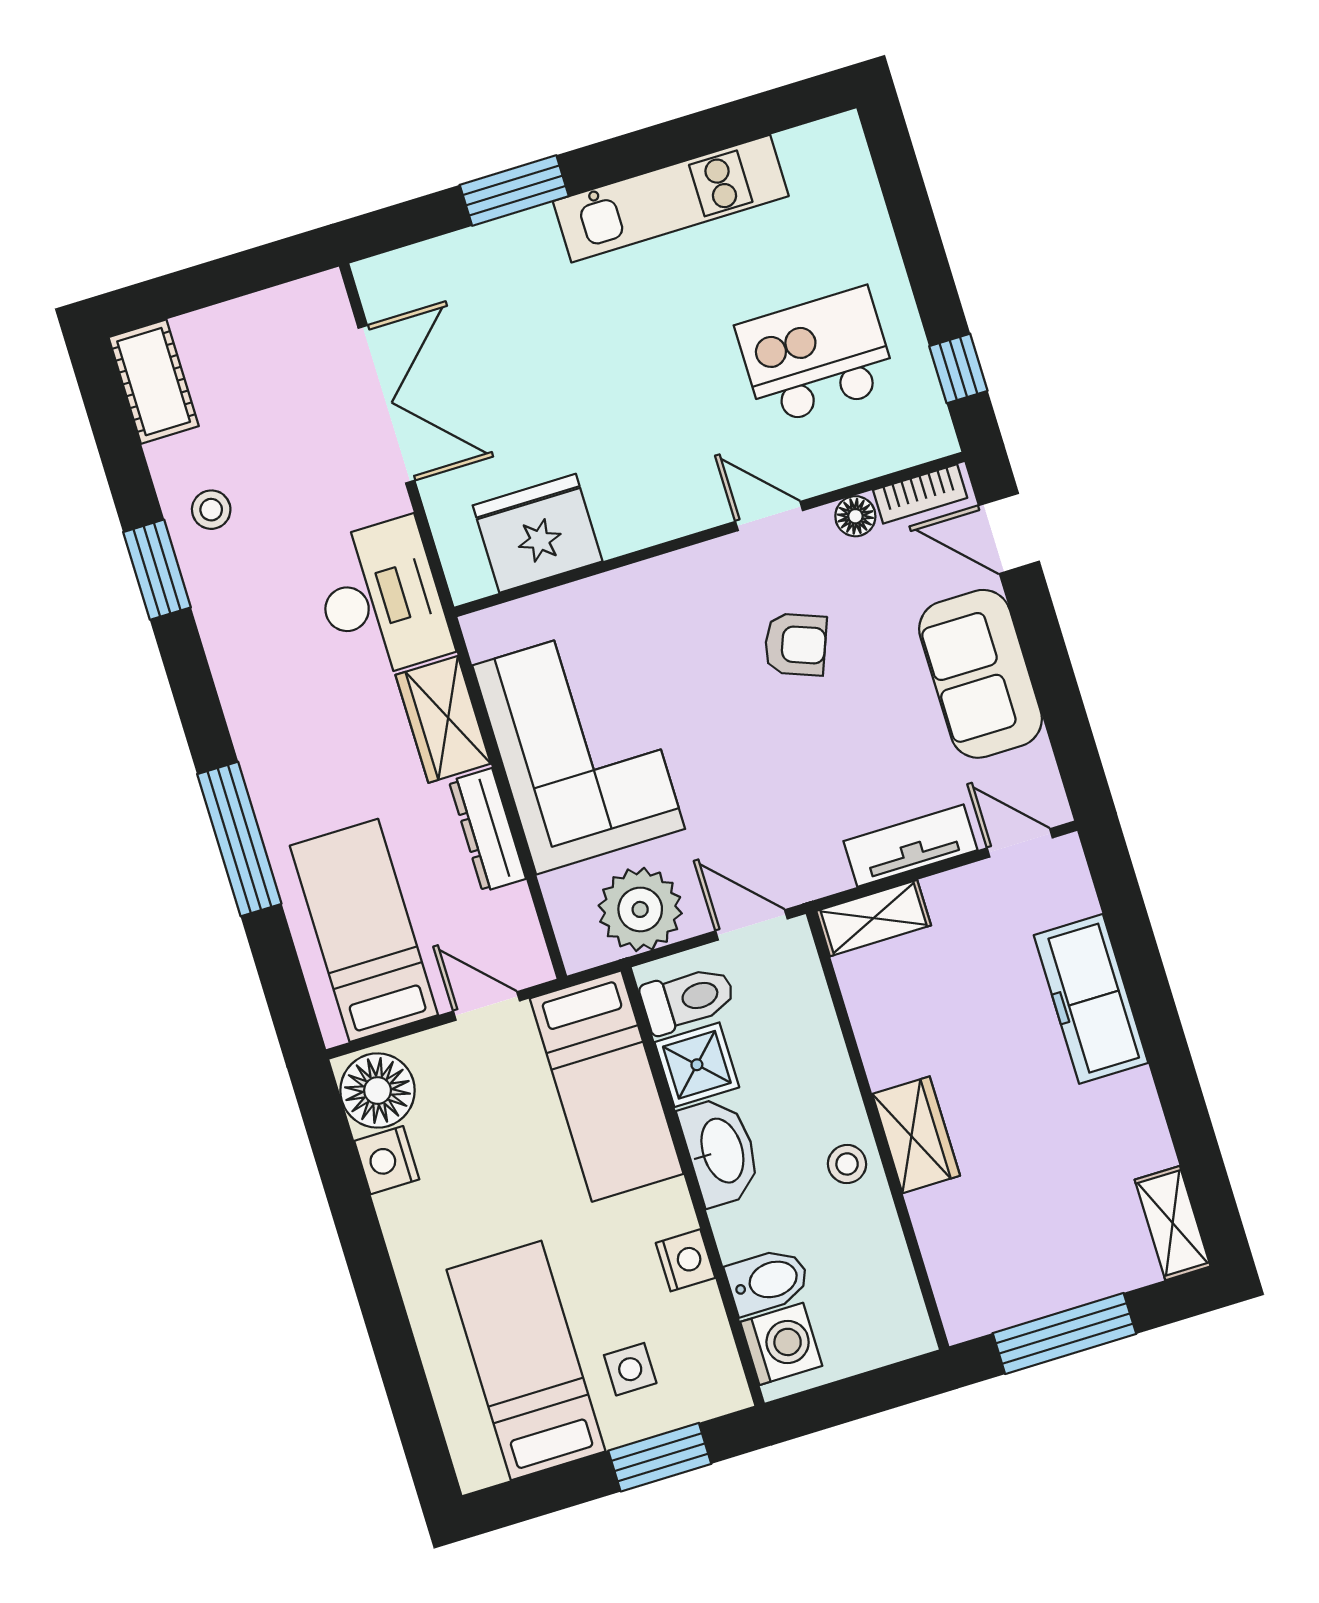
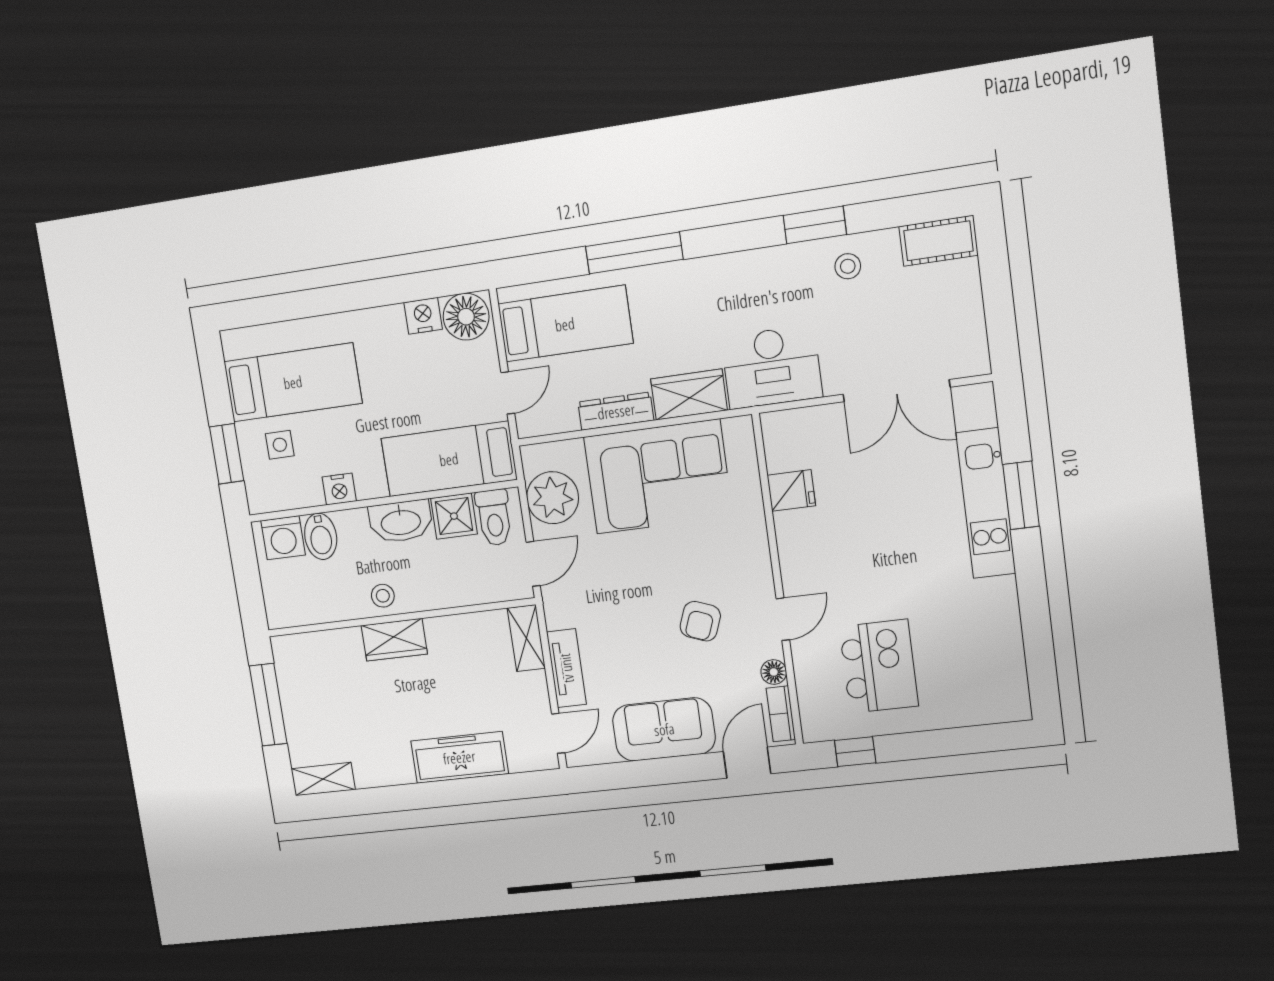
kitchen unit: (671, 199) -> (986, 503), moved
fridge: (538, 533) -> (791, 490), width x0.53, depth x0.75

